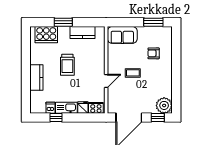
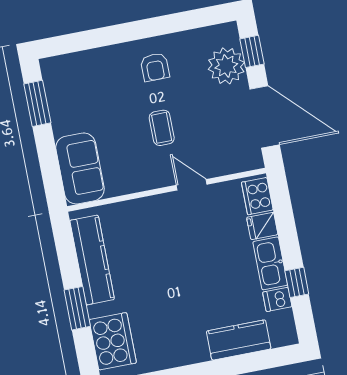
kitchen counter: (82, 33) -> (92, 260), width x1.50
armchair: (154, 53) -> (155, 67), moved
trolley: (67, 65) -> (172, 280), removed
kitchen counter: (36, 77) -> (239, 340), moved
plant: (164, 105) -> (226, 66), moved

